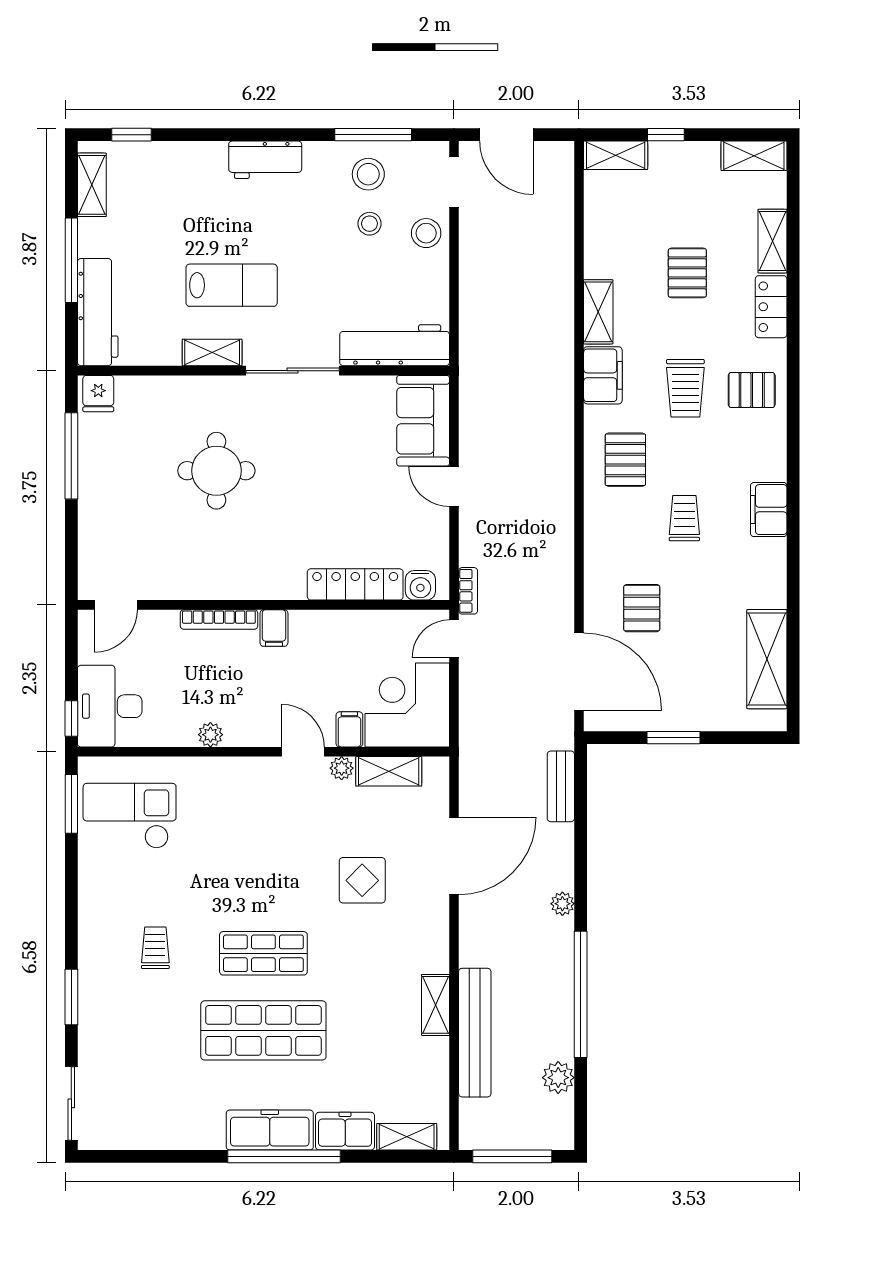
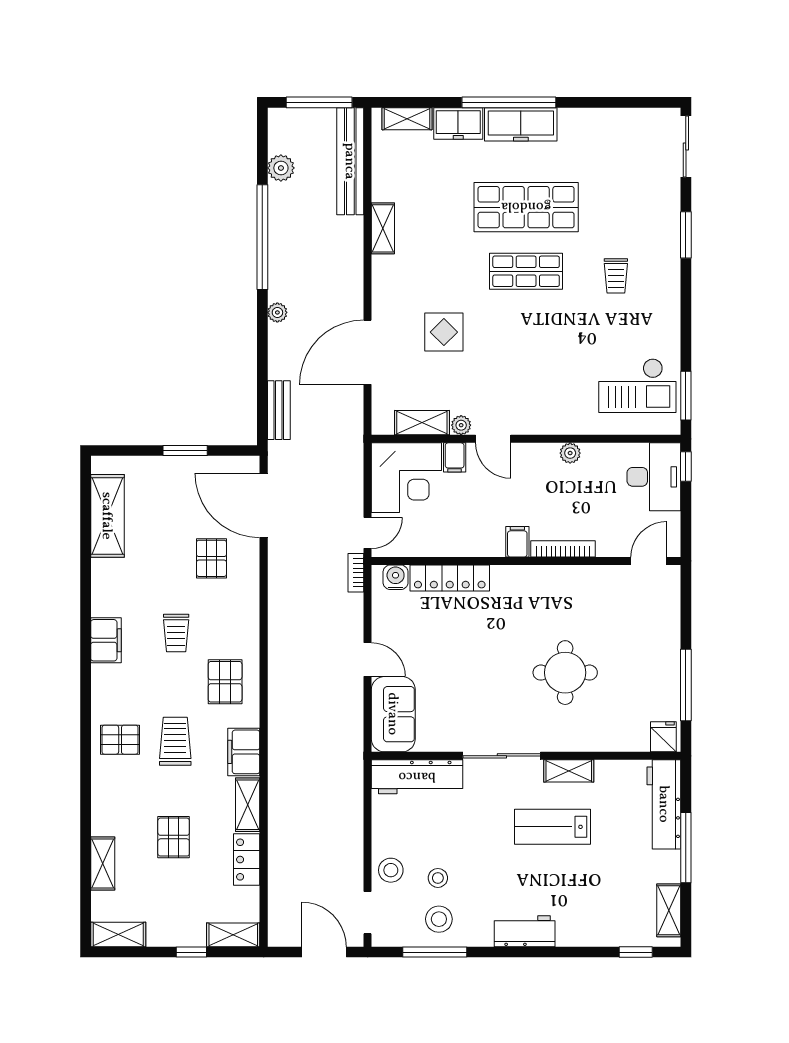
locker: (771, 307) -> (247, 860), moved, turned 180
bench: (475, 1033) -> (350, 161), moved

